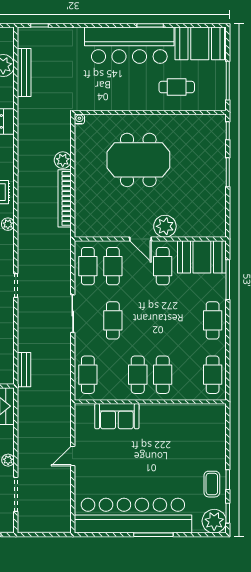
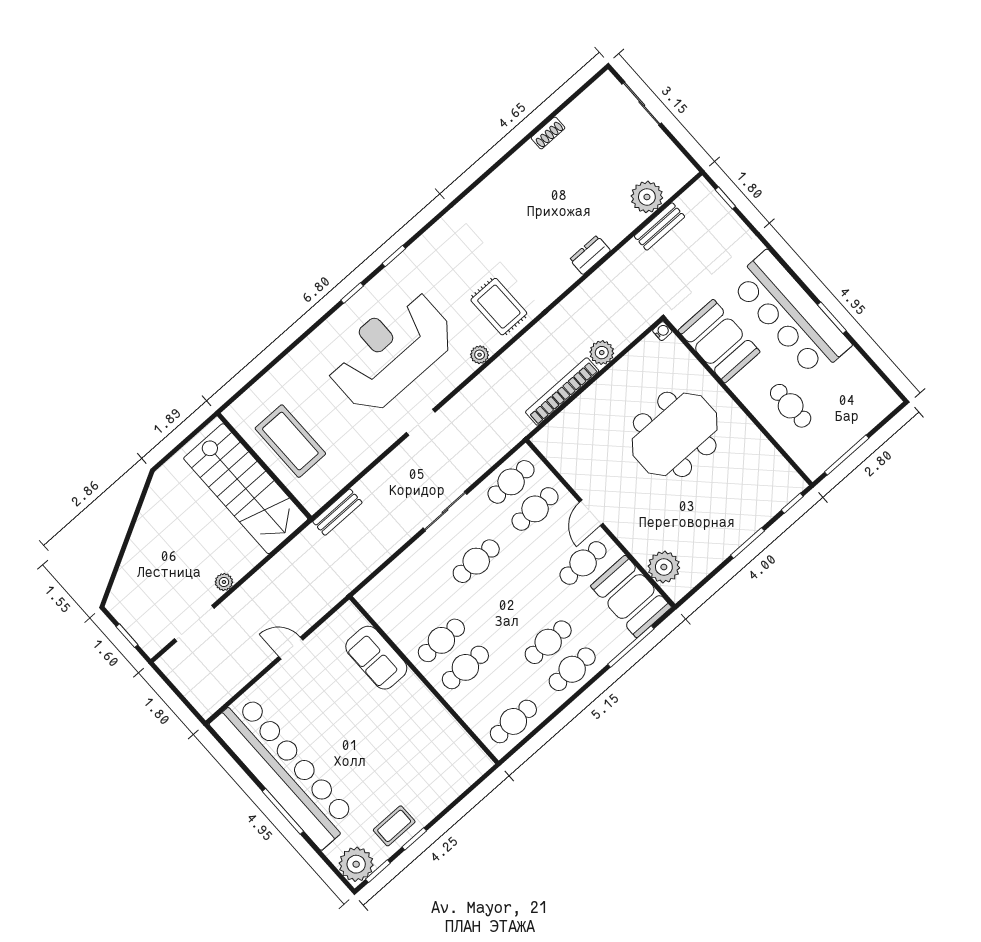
booth: (200, 43) -> (719, 341), moved
bench: (24, 73) -> (659, 226), width x0.73
meeting table: (138, 160) -> (675, 434), turned 90
plant: (165, 226) -> (664, 567), moved
cafe table: (88, 375) -> (548, 642), moved

